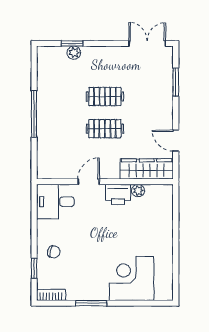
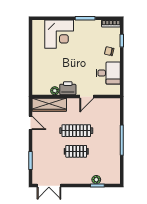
clothes rail: (105, 129) -> (76, 131), width x1.36
desk: (55, 202) -> (108, 73), moved

